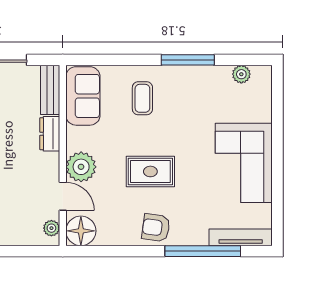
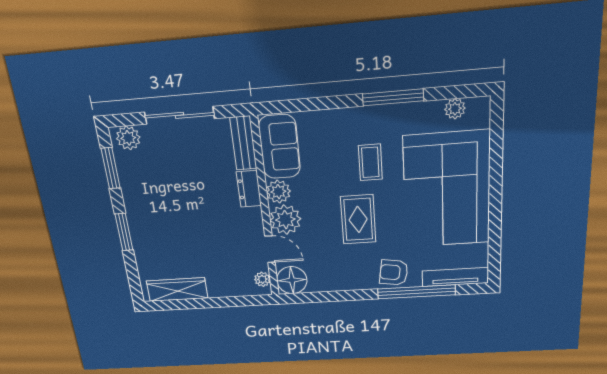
coffee table: (142, 98) -> (370, 162), moved
plant: (77, 139) -> (278, 192), added
corner sofa: (244, 163) -> (447, 190), width x1.36, depth x1.36
rug: (150, 171) -> (358, 219), turned 90
armchair: (156, 228) -> (394, 272), moved

